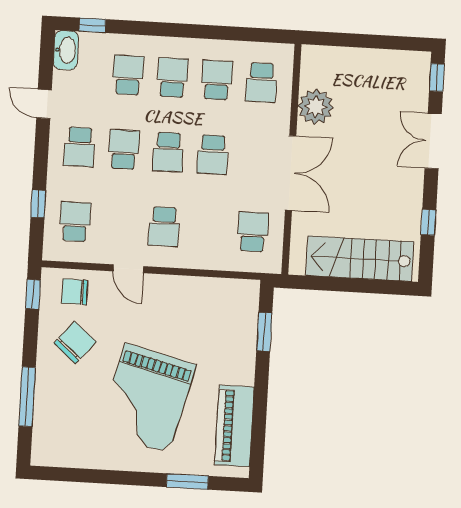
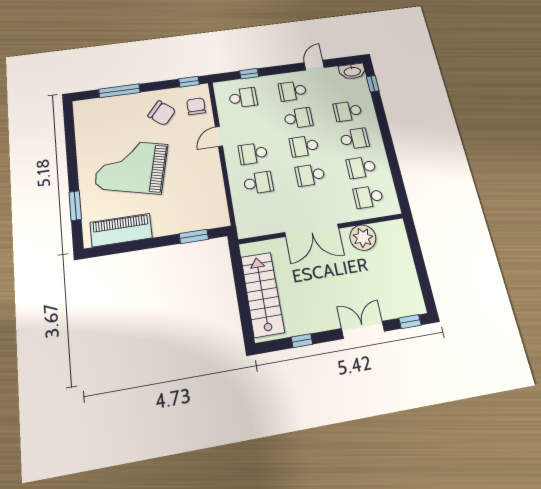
school desk: (128, 75) -> (348, 111), turned 180
school desk: (217, 80) -> (361, 167), turned 180
school desk: (253, 232) -> (258, 183), moved

